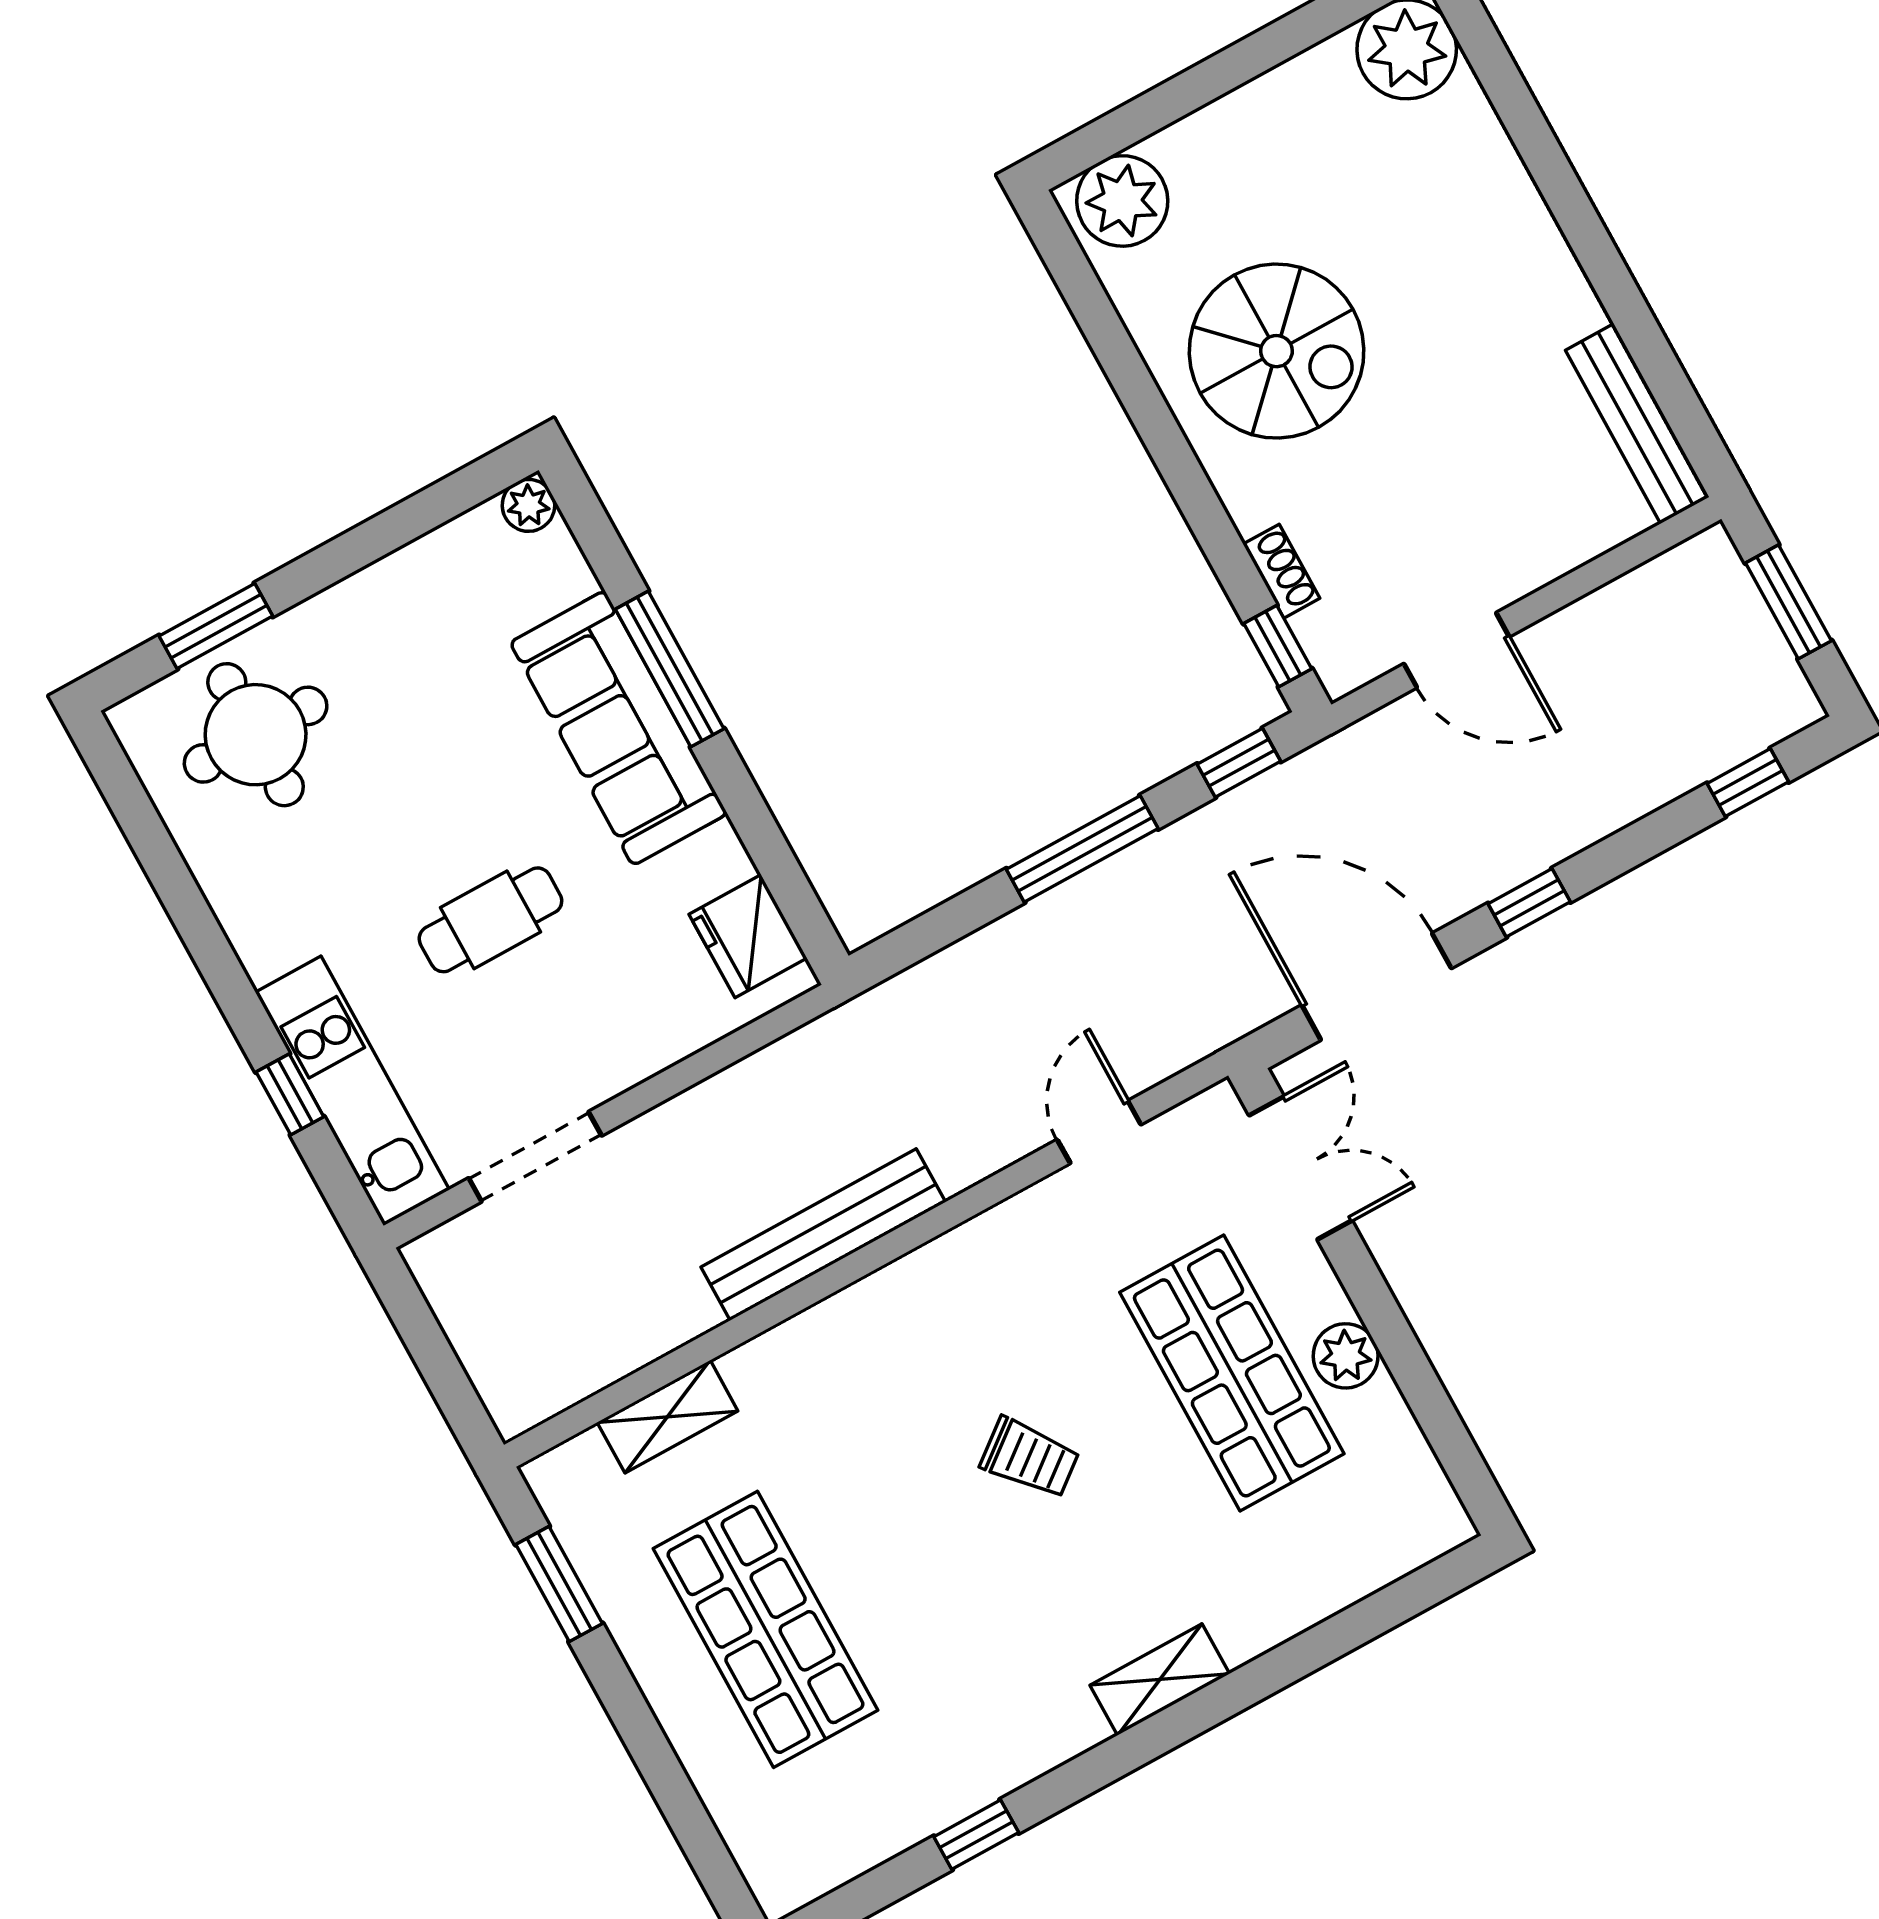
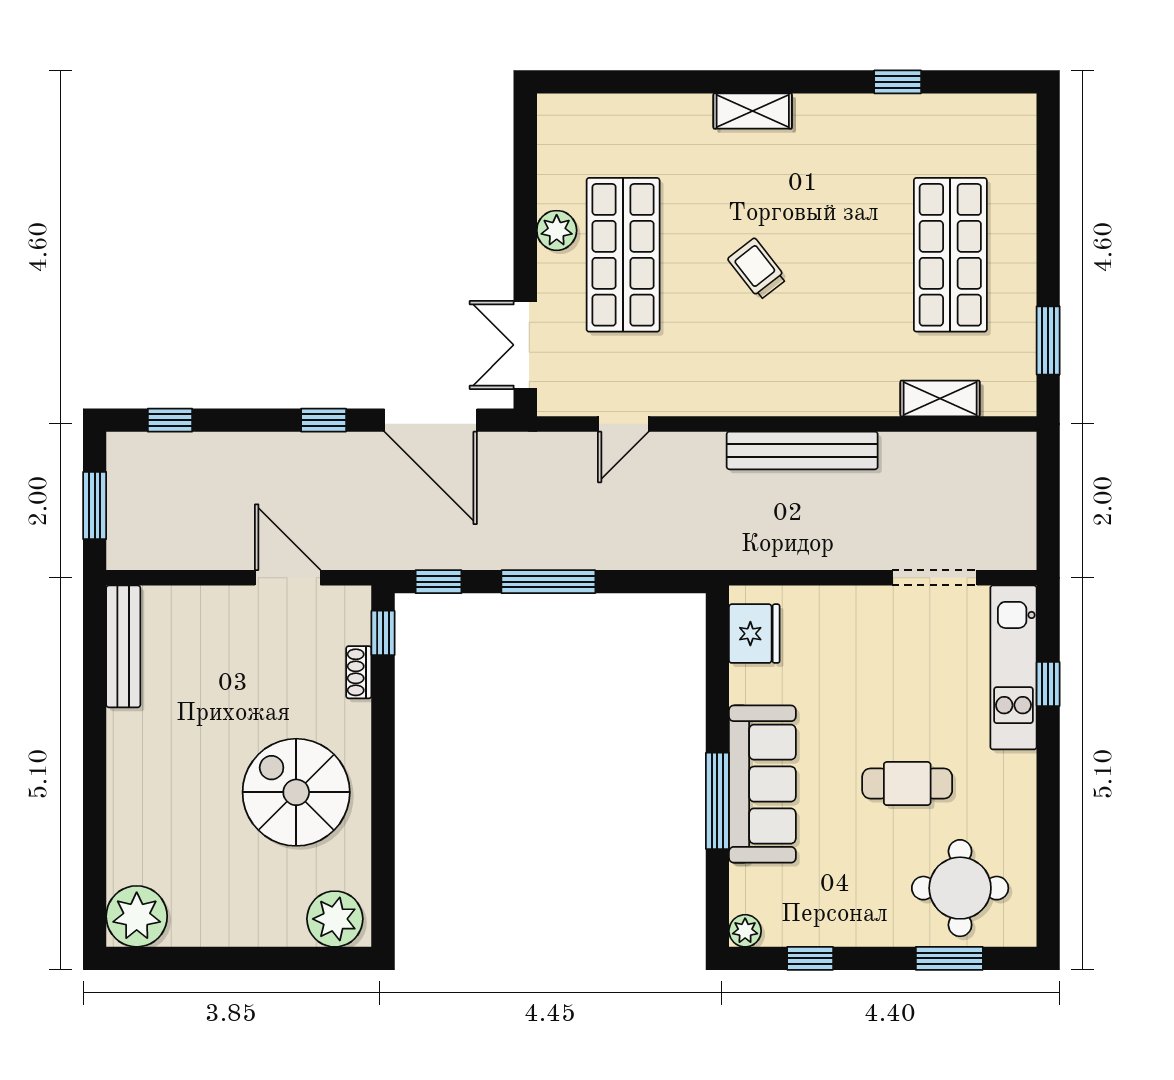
window: (414, 517) -> (810, 958), added
cafe table: (490, 920) -> (907, 784), moved

